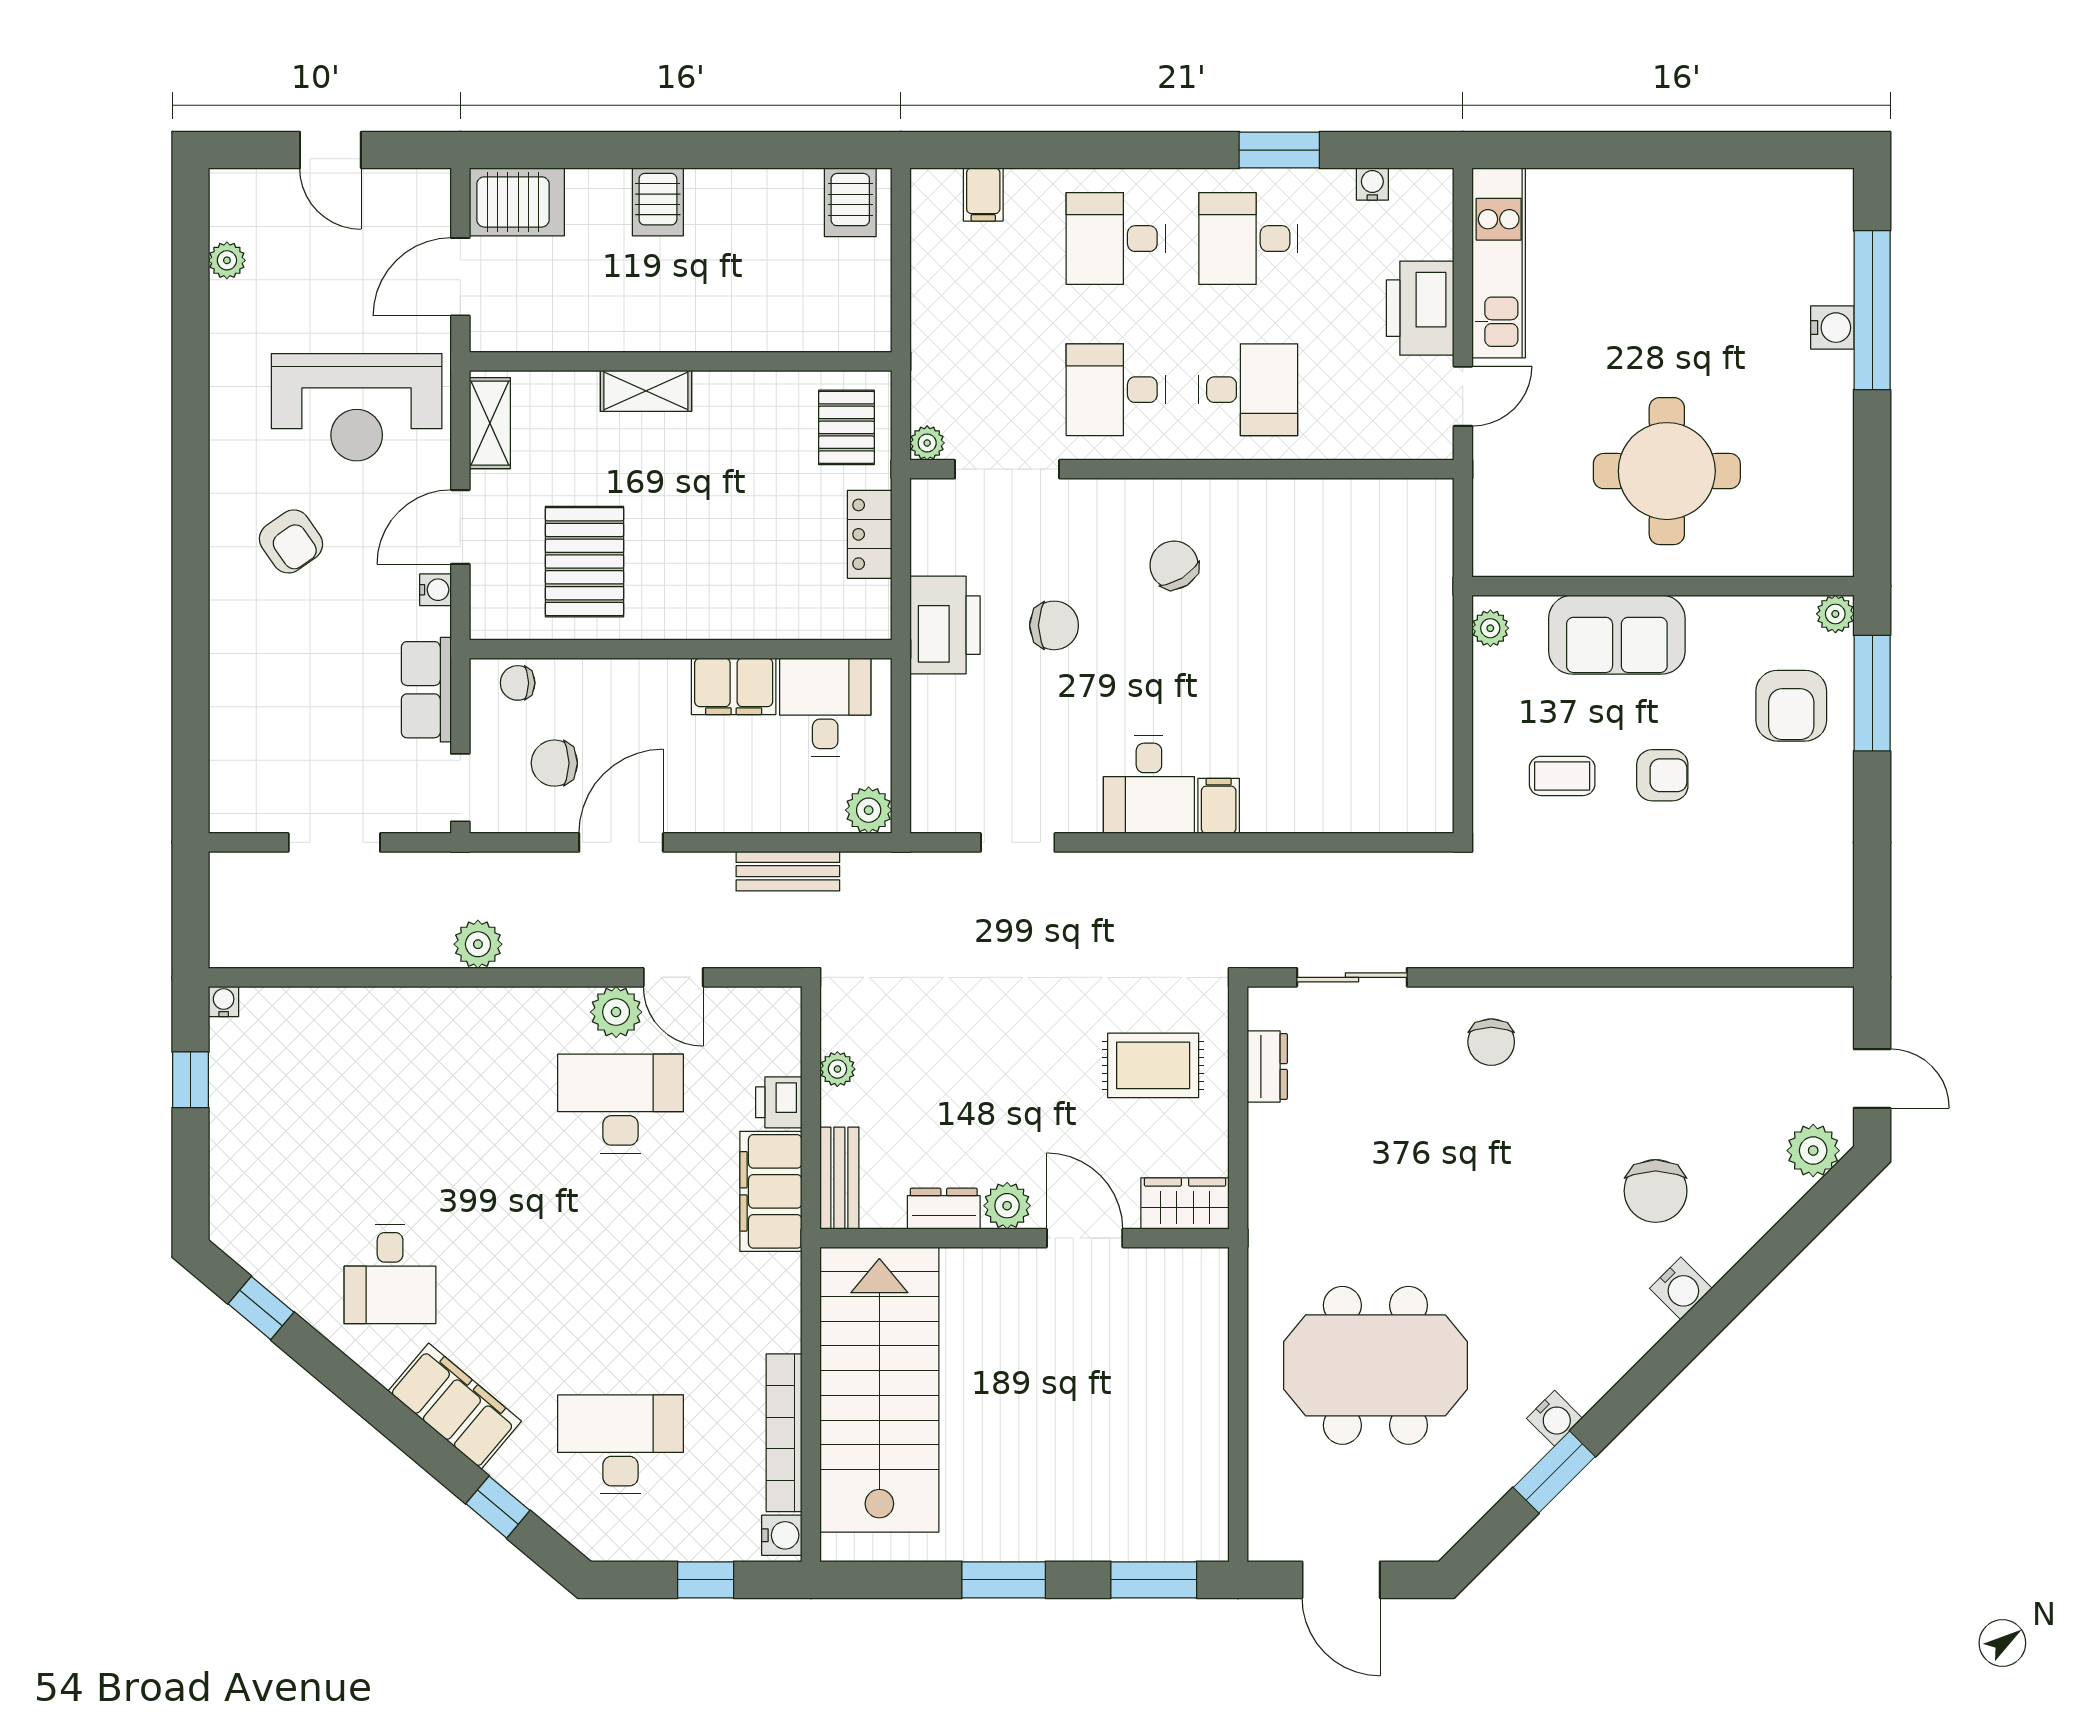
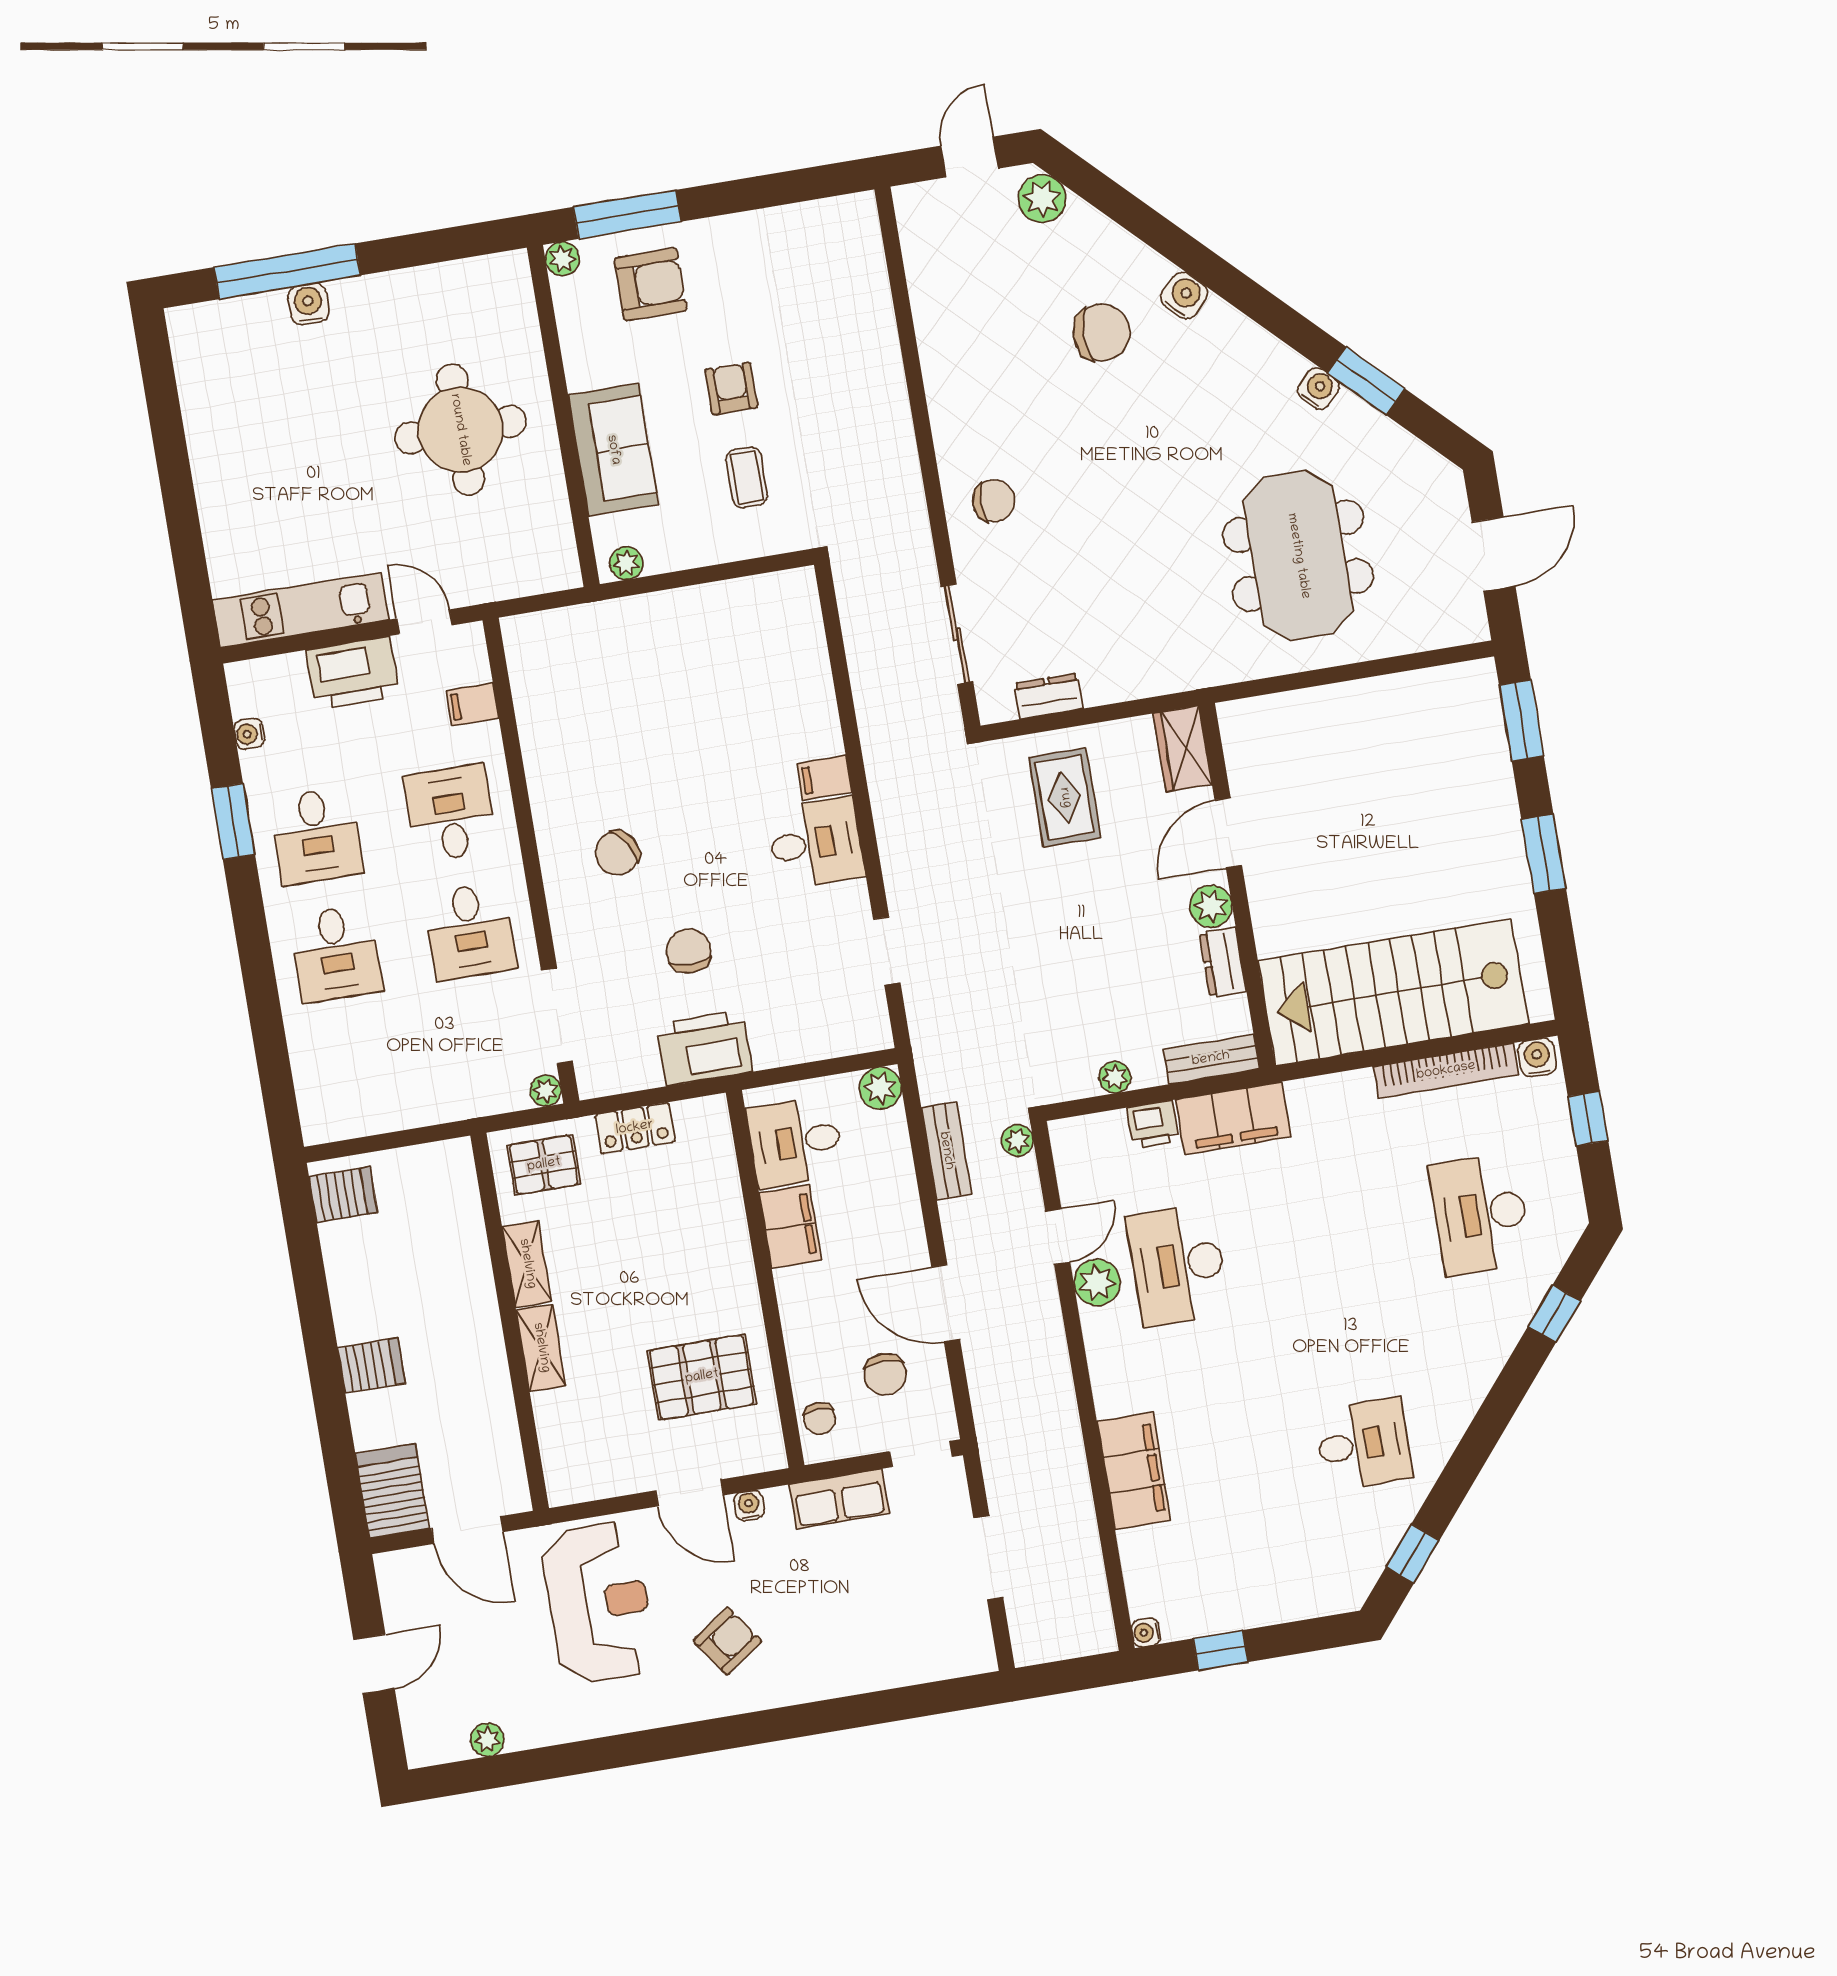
filing cabinet: (983, 194) -> (472, 704), moved, turned 180
shelving: (490, 423) -> (527, 1264), moved, turned 90
plant: (478, 944) -> (1017, 1141), moved, width x0.73, depth x0.73
filing cabinet: (455, 1406) -> (1134, 1471), moved, turned 140

